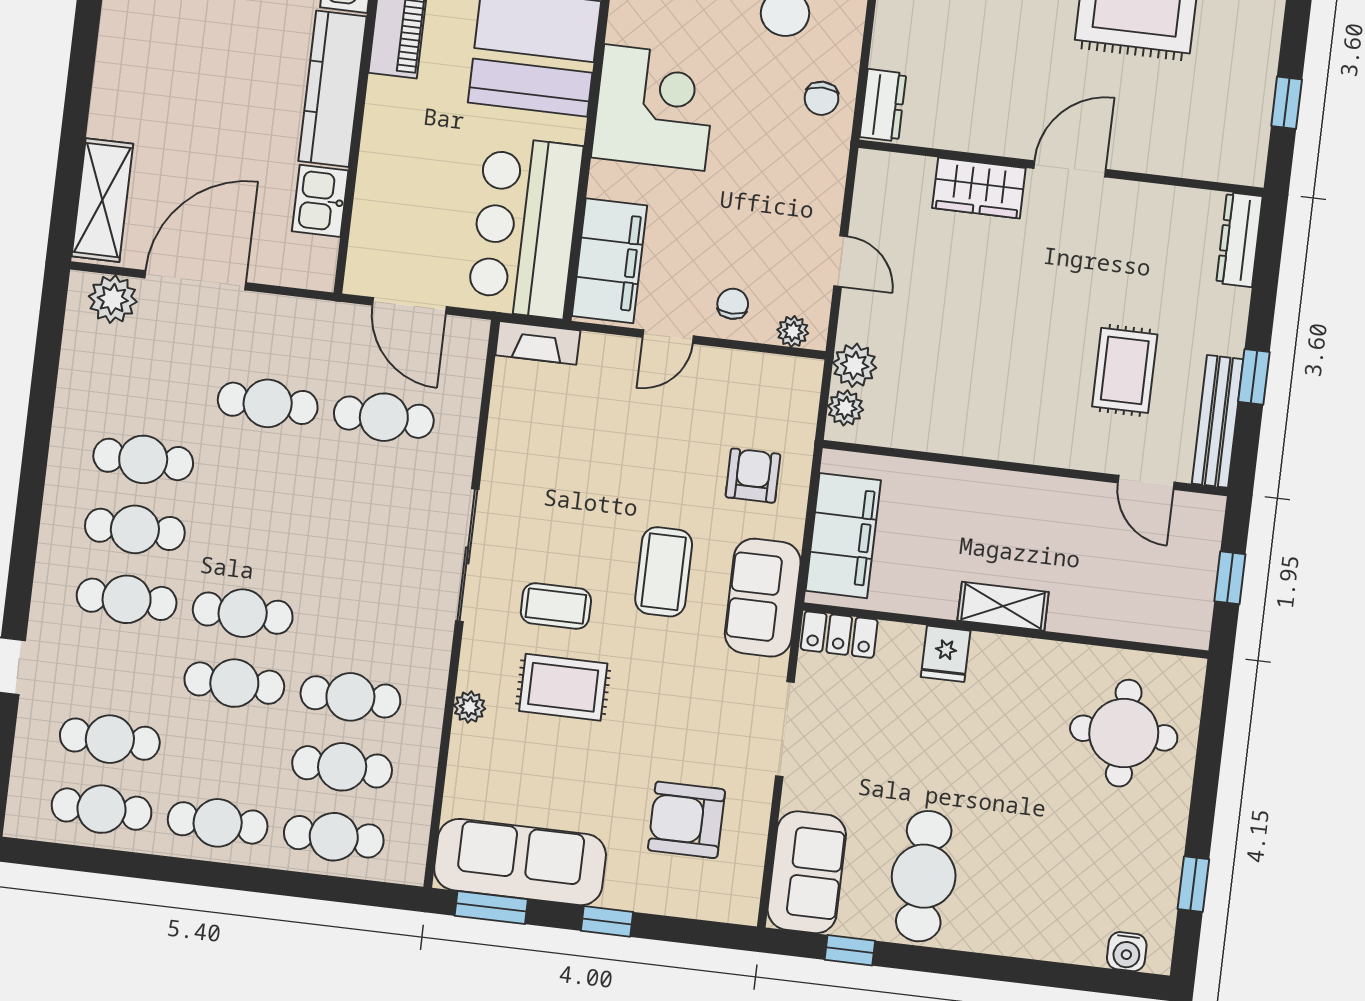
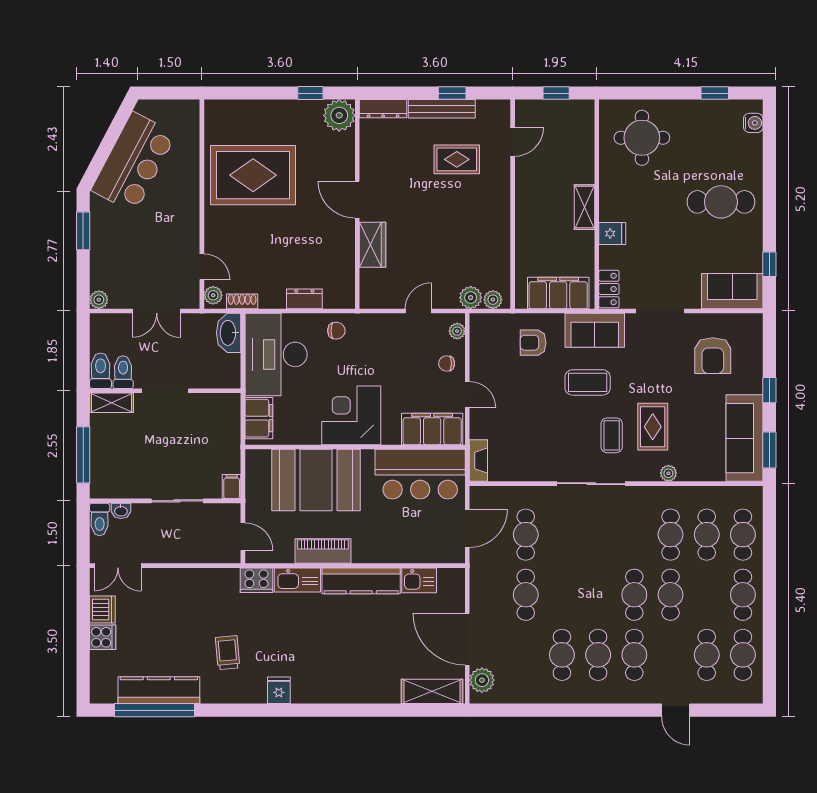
dresser: (883, 105) -> (304, 299), moved
plant: (1237, 153) -> (339, 115), added
bench: (1218, 421) -> (442, 109), moved
cafe table: (924, 876) -> (721, 202), moved

